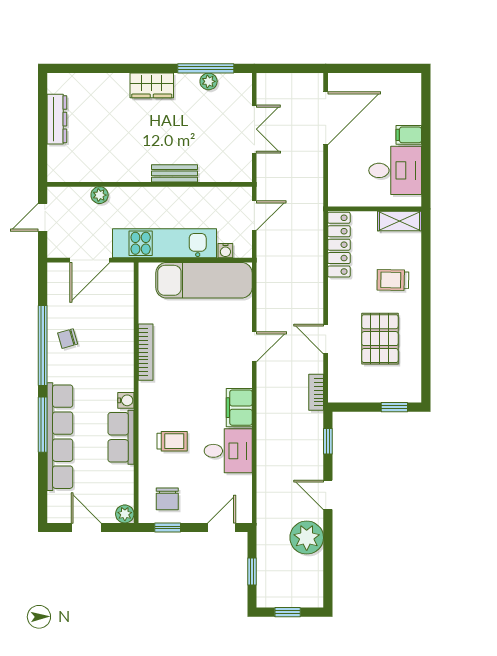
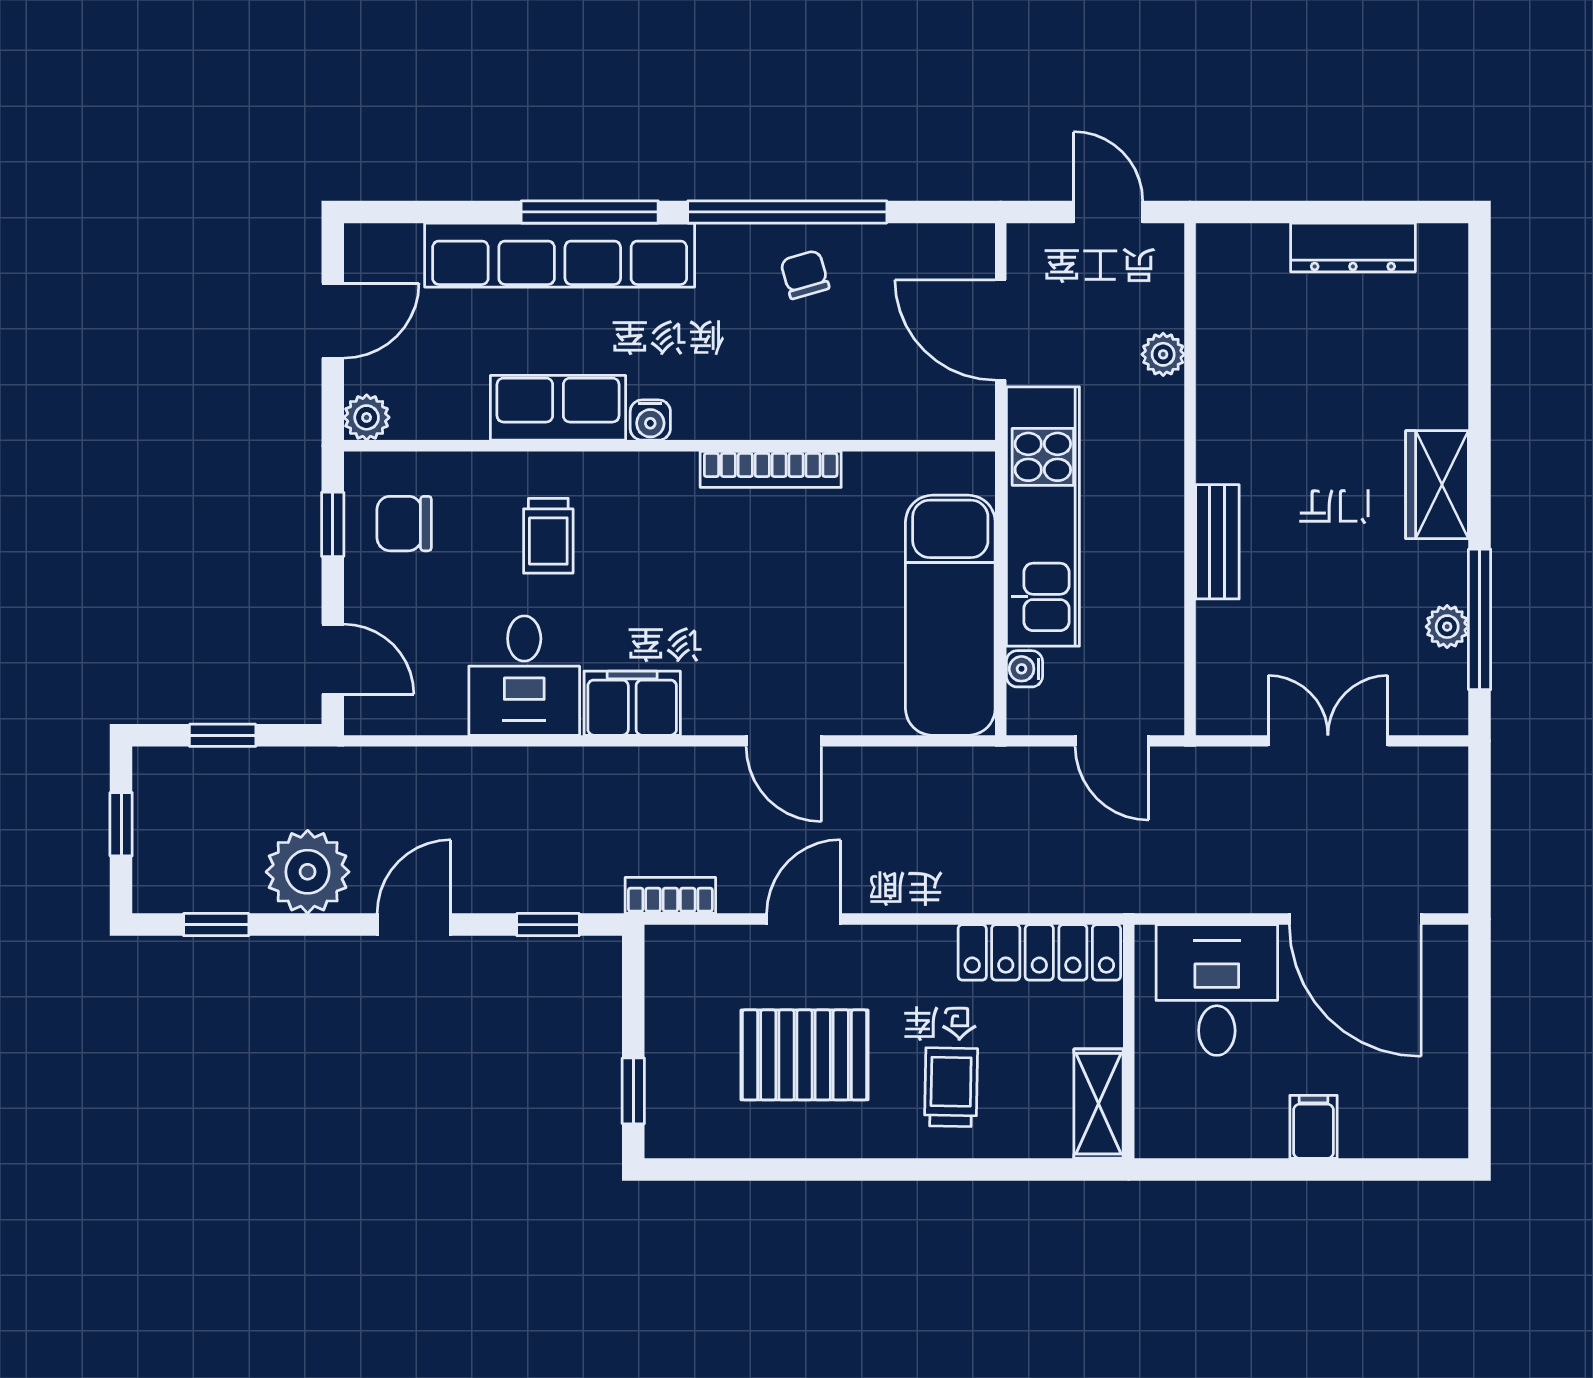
double door: (254, 129) -> (1328, 741), swing flipped
desk: (395, 170) -> (1217, 990), moved, turned 180
window: (328, 574) -> (216, 925), added

